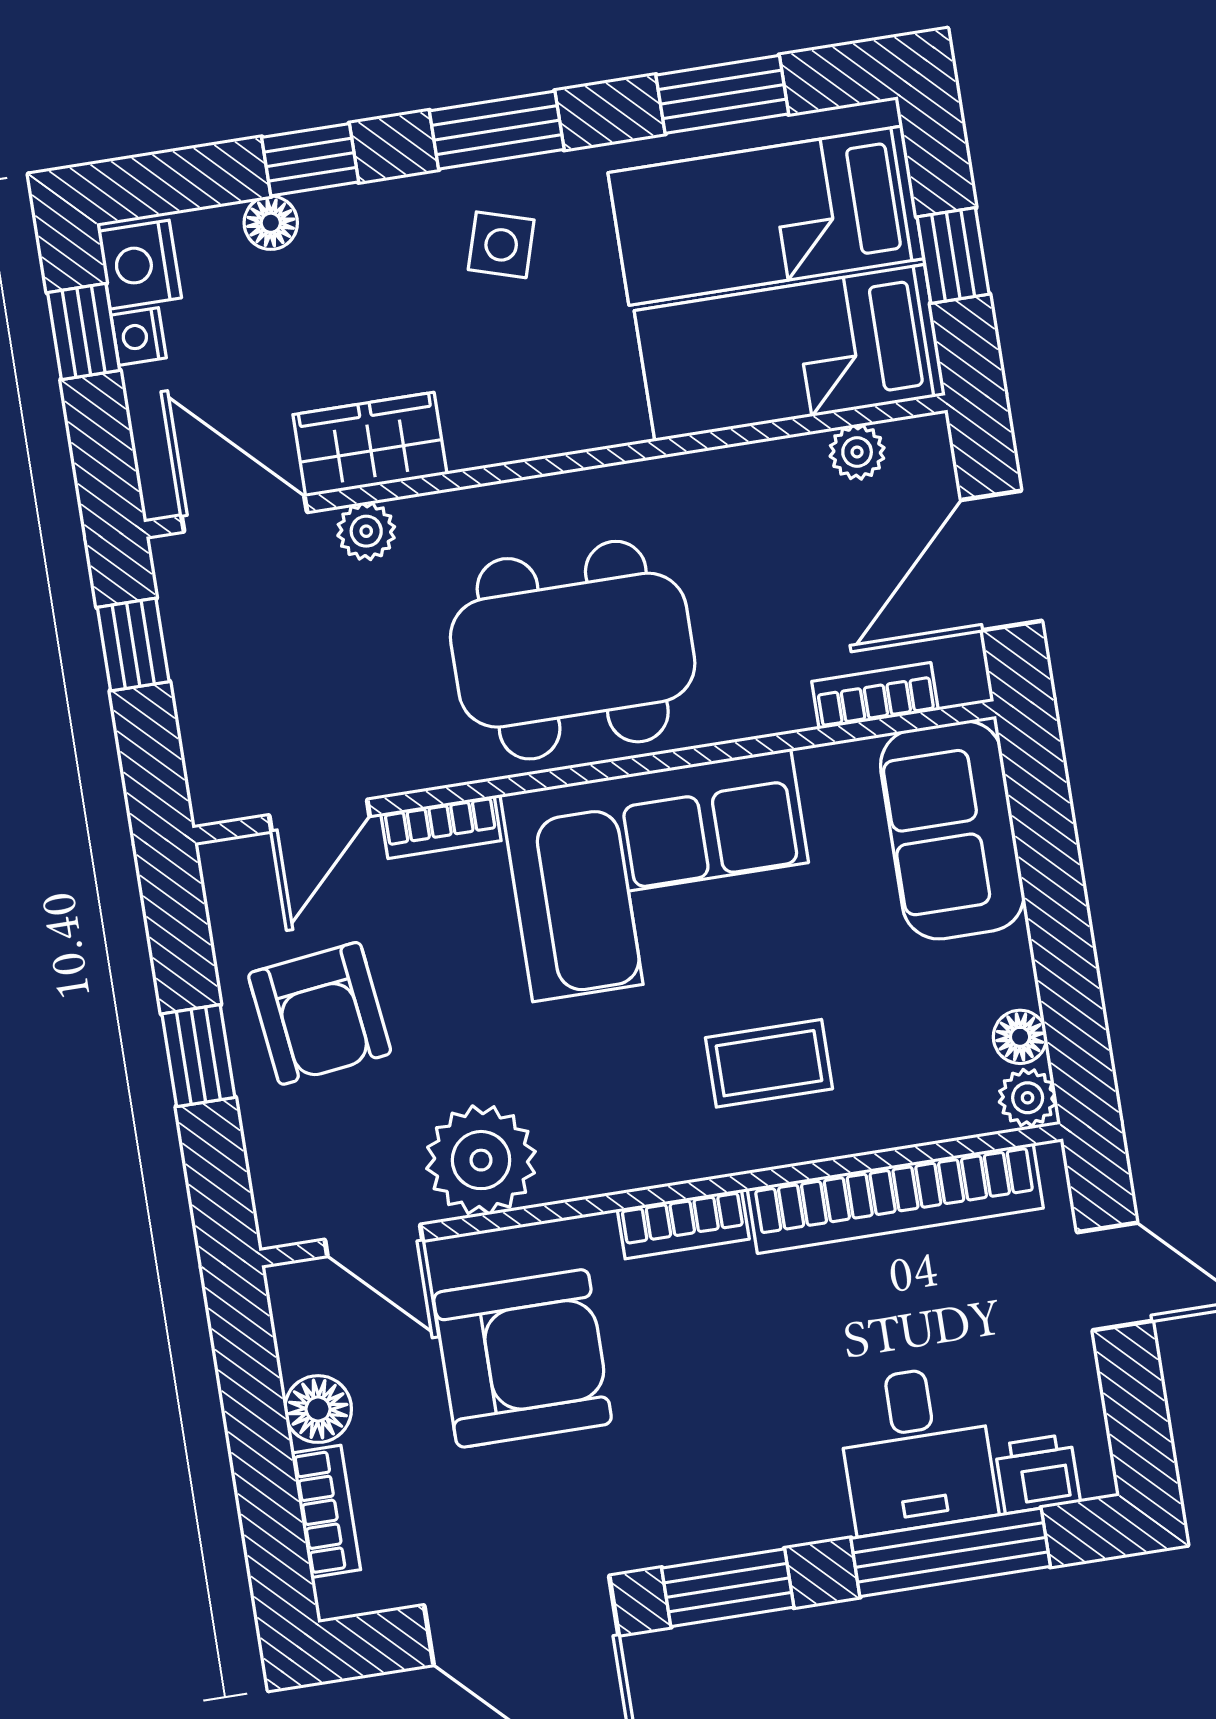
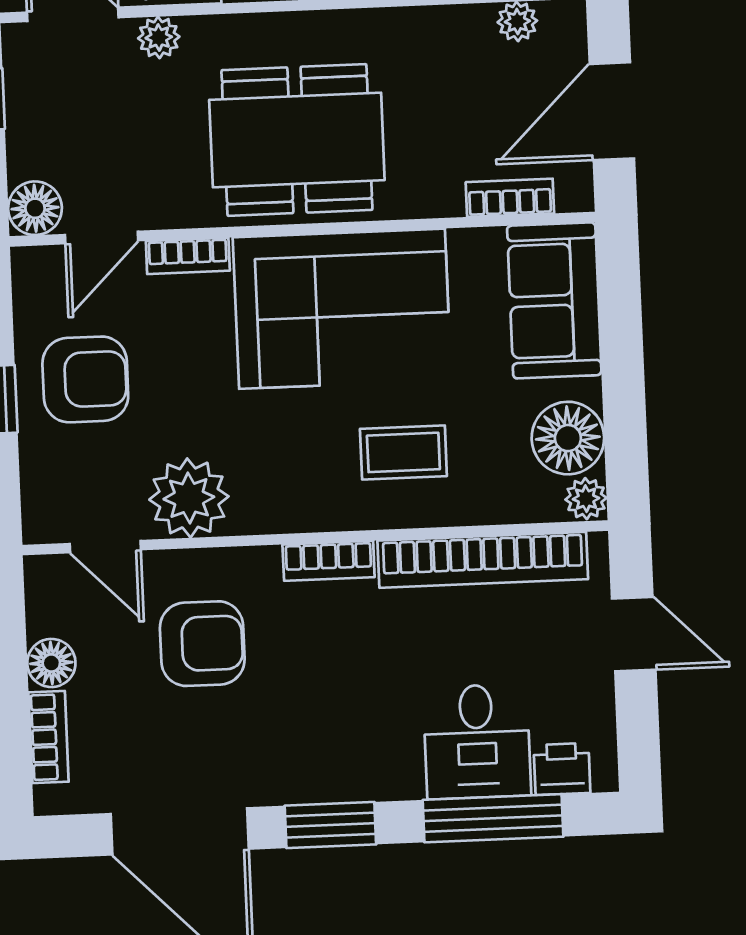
floor lamp: (223, 786) -> (35, 208), added
armchair: (320, 1013) -> (85, 379), turned -83
floor lamp: (1020, 1037) -> (568, 438), width x1.89, depth x1.89
armchair: (523, 1358) -> (202, 644), width x0.73, depth x0.73

